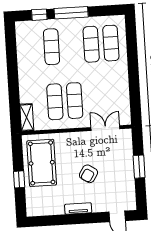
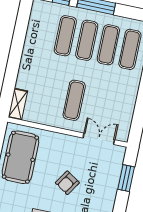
exercise mat: (55, 102) -> (87, 40), moved
window: (139, 167) -> (126, 178), moved

